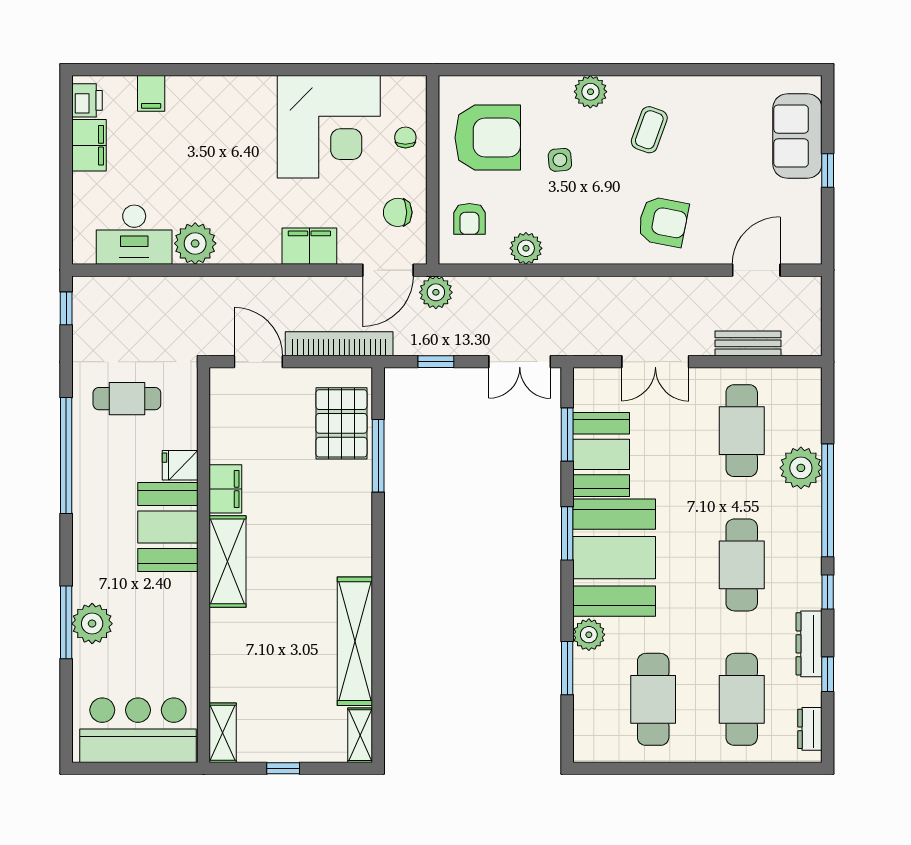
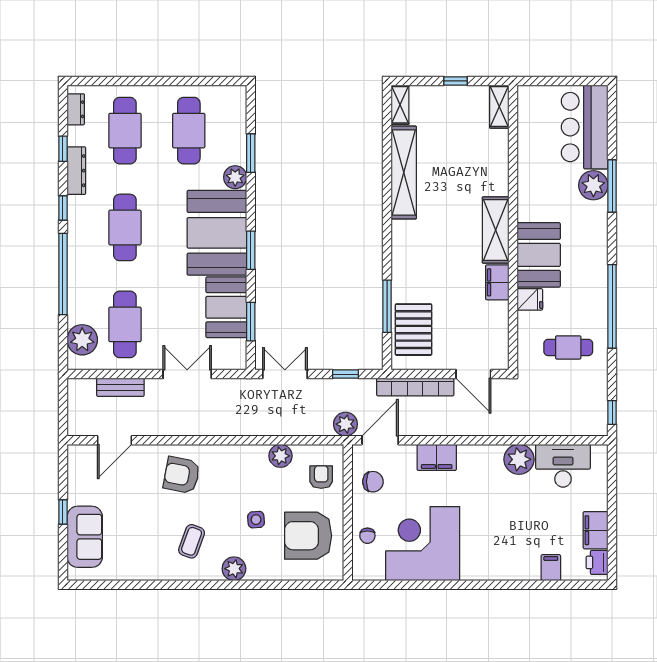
plant: (801, 468) -> (82, 340), moved
bar counter: (138, 730) -> (585, 127), moved, turned 90

